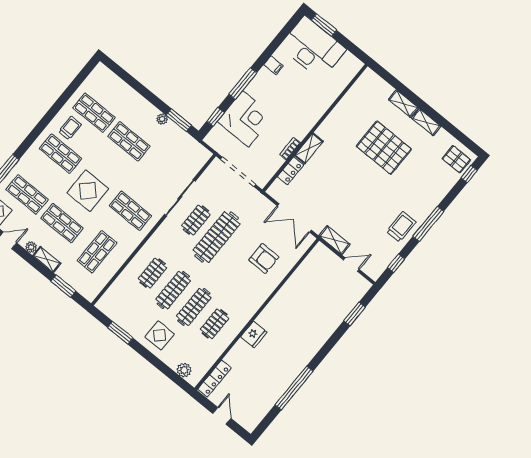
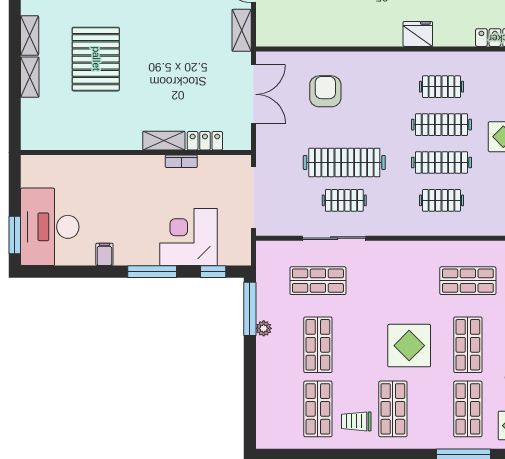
window: (179, 120) -> (250, 309), width x1.44
shop shelf: (130, 211) -> (318, 281), moved, turned 90

